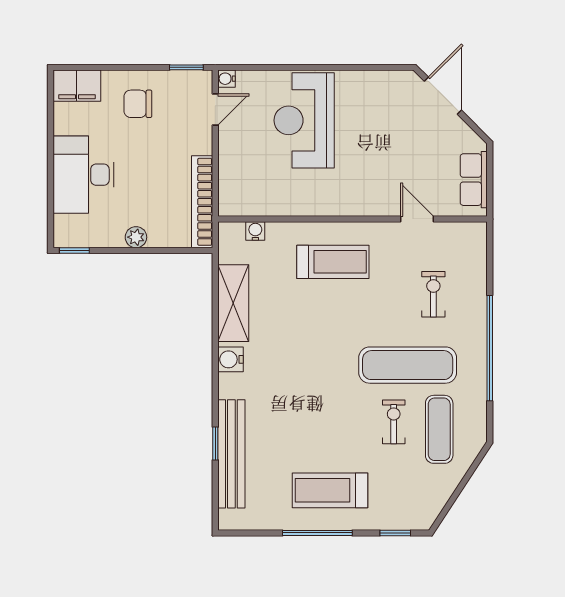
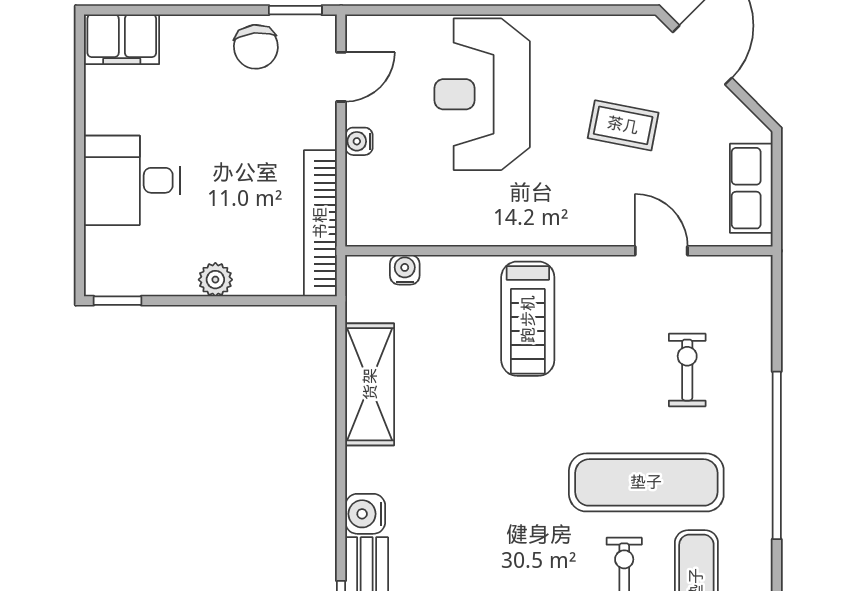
water cooler: (226, 79) -> (359, 141), moved
chair: (138, 104) -> (256, 47), moved, turned -96
coffee table: (393, 140) -> (623, 125), added
desk: (83, 175) -> (132, 180), width x0.73
treadmill: (333, 262) -> (528, 319), turned 90
water cooler: (230, 359) -> (365, 514), moved

